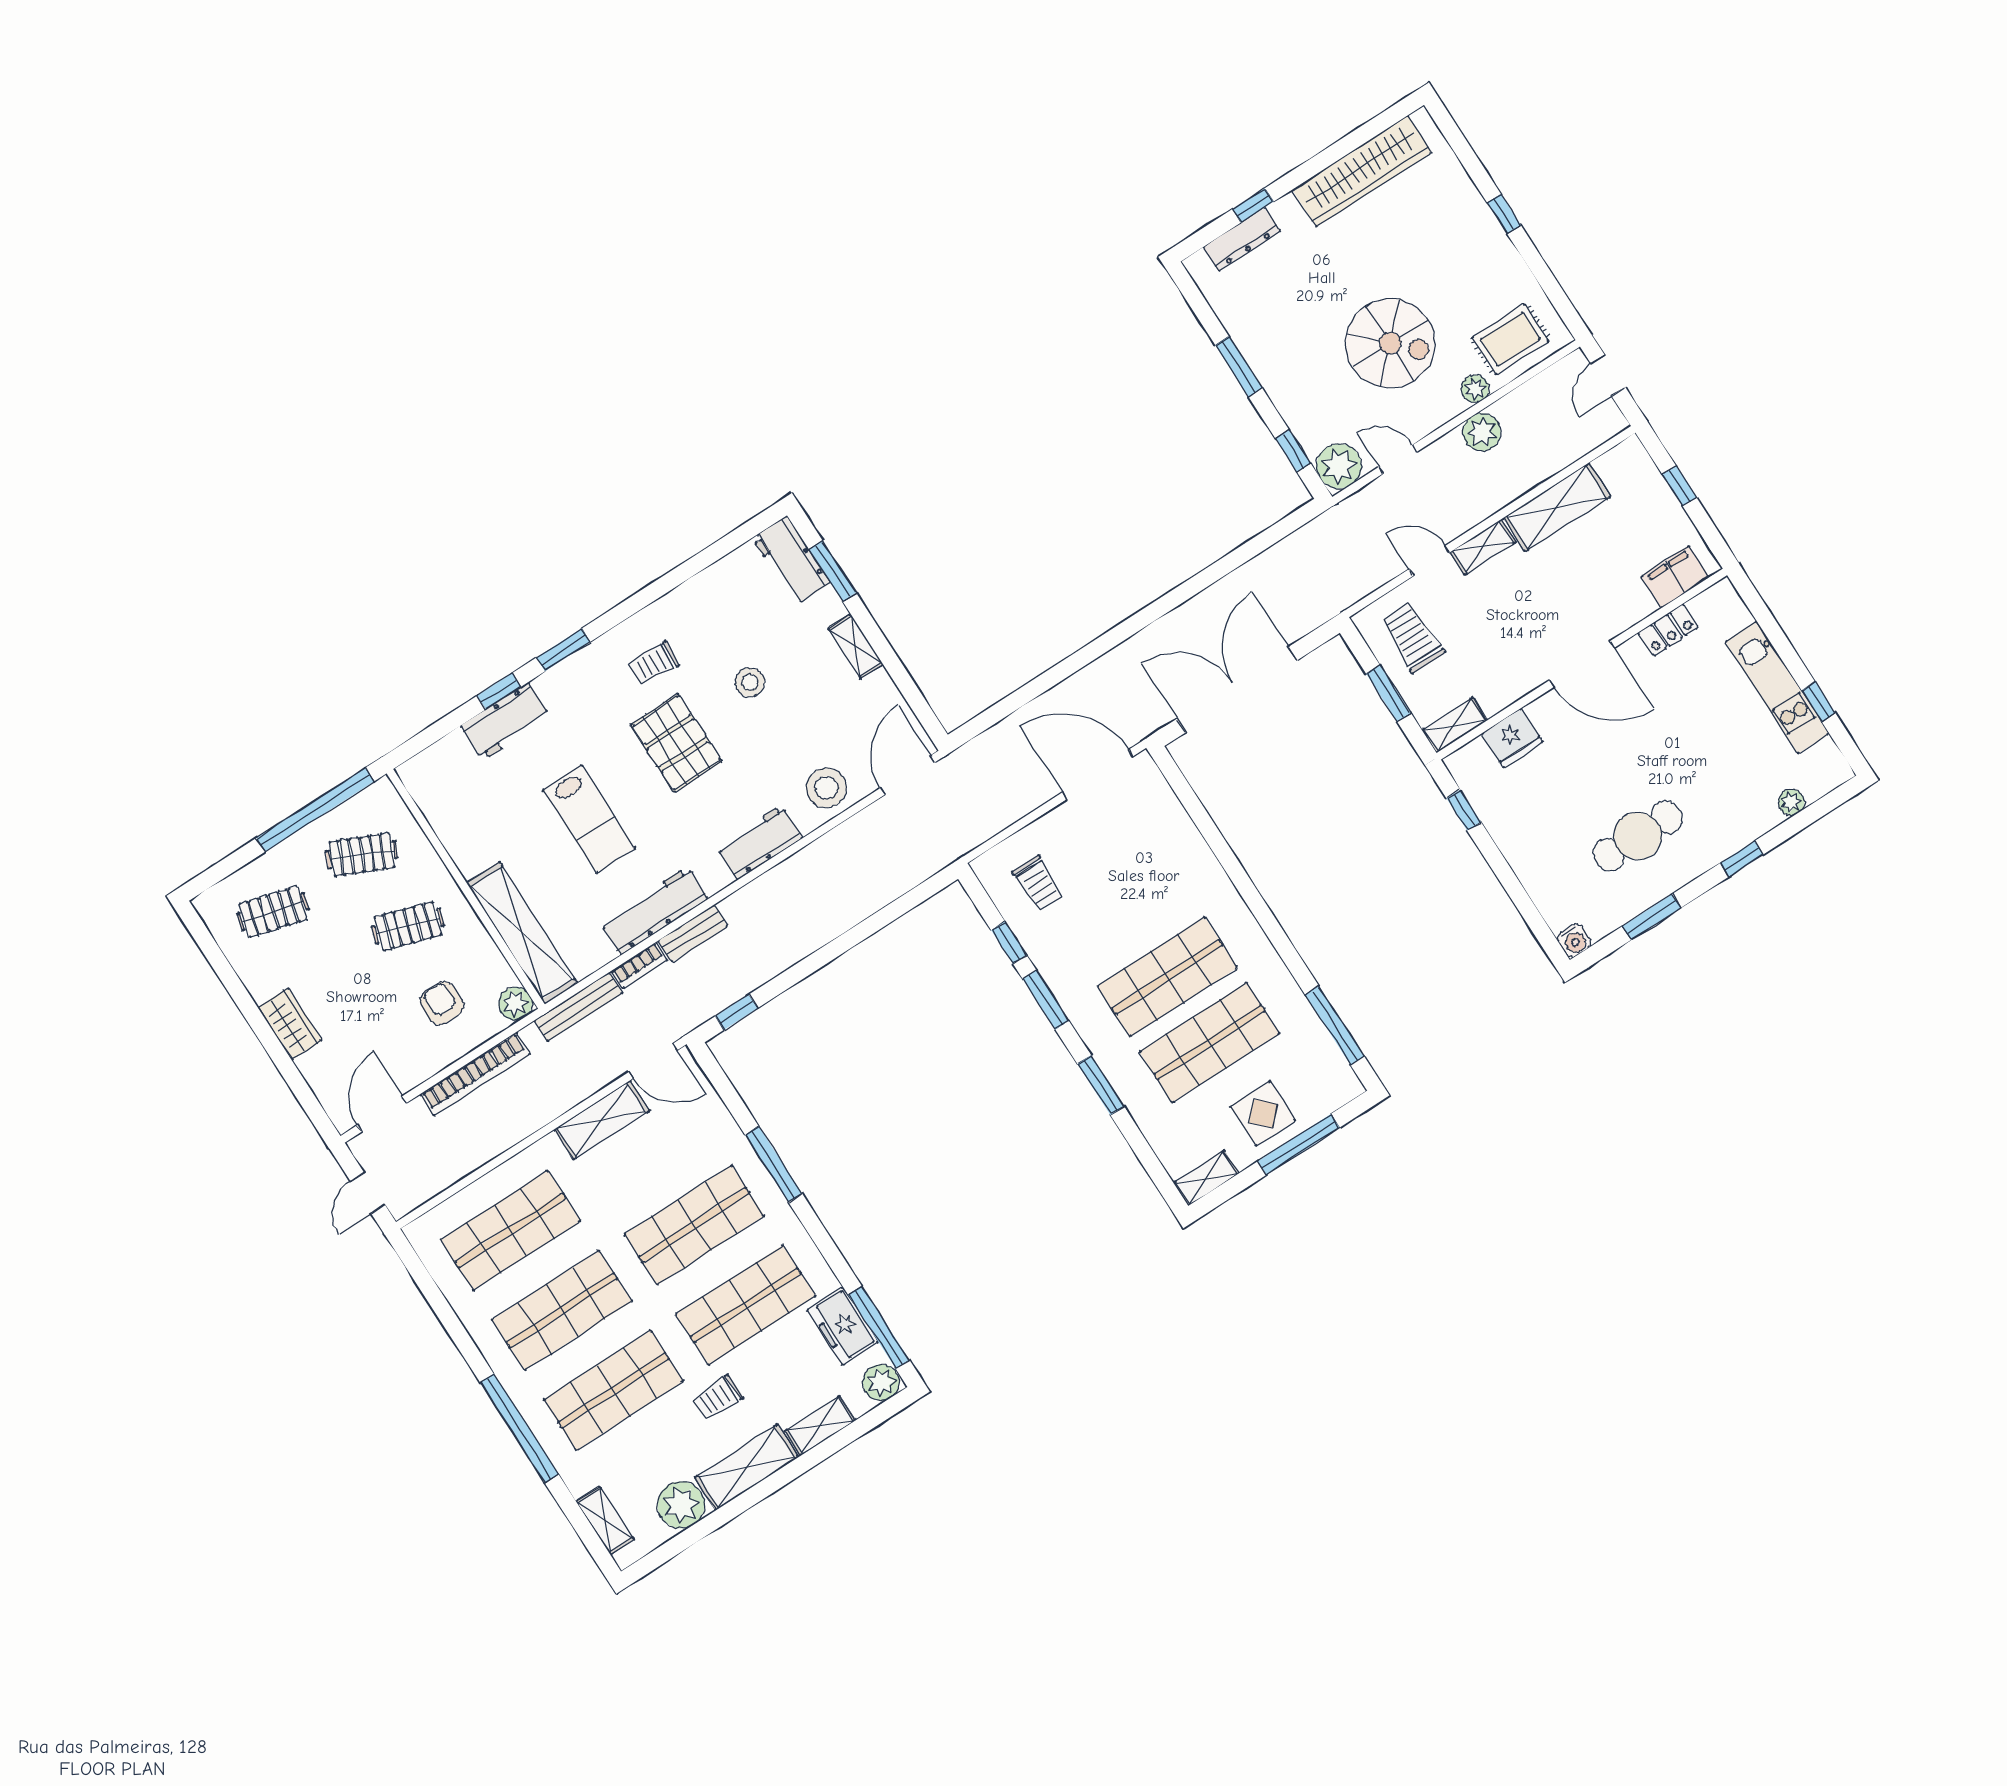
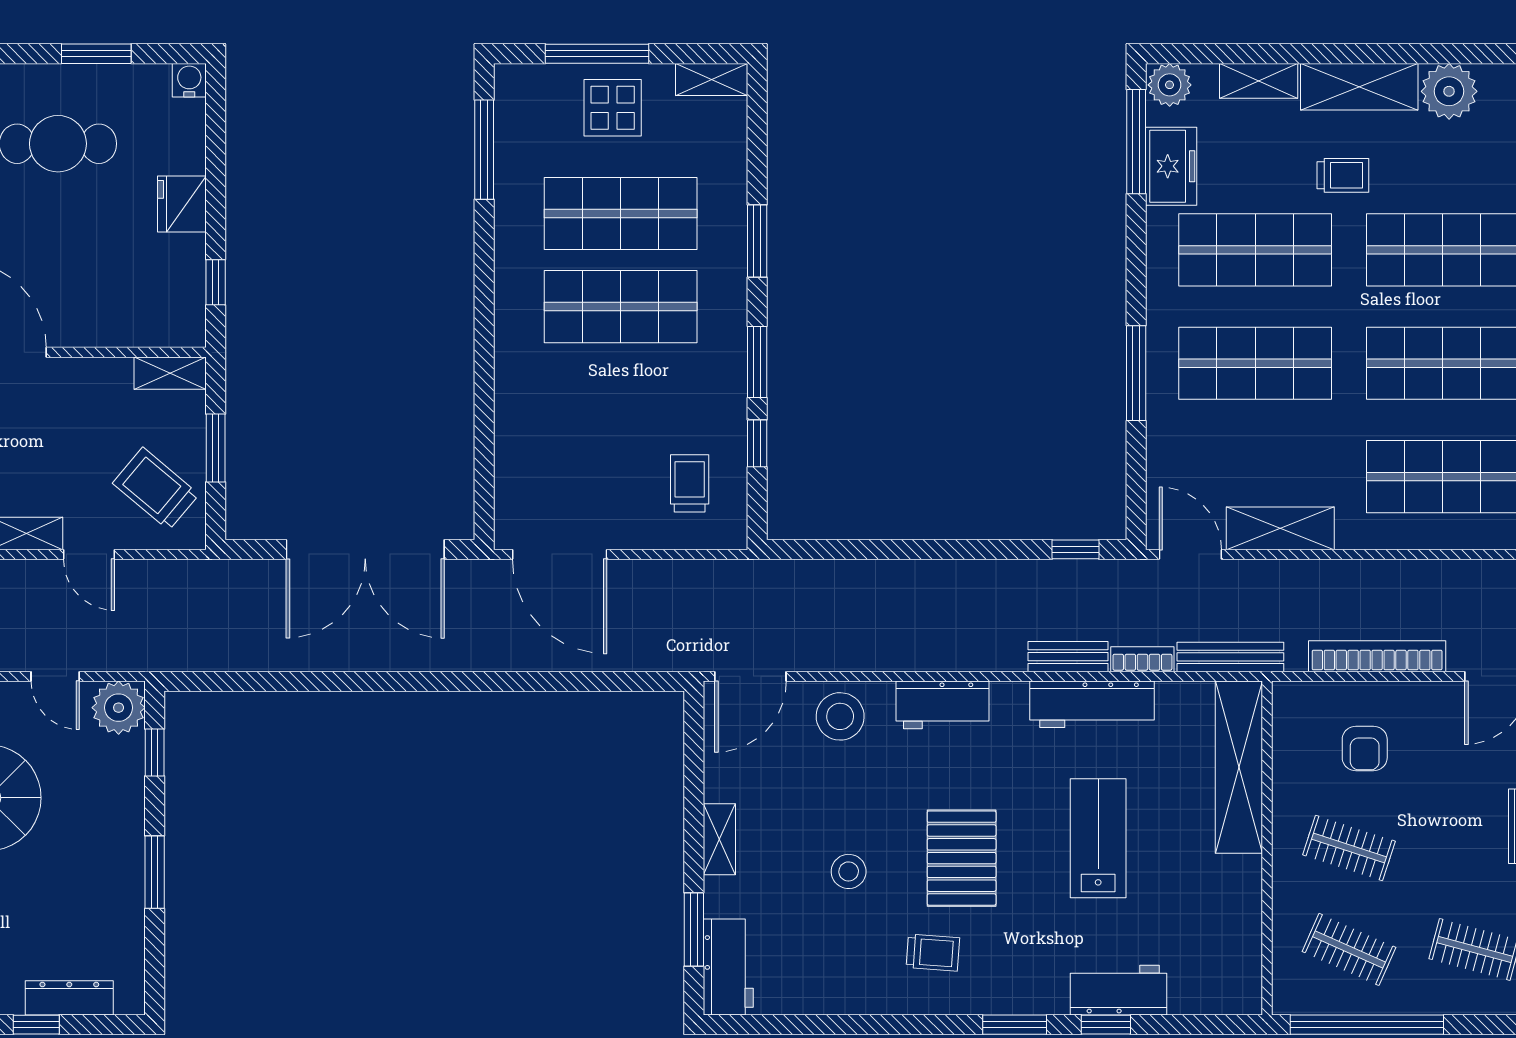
trolley: (1412, 637) -> (156, 489), turned 130
fridge: (1512, 738) -> (182, 204), moved, turned -90
plant: (515, 1004) -> (1291, 701), removed

